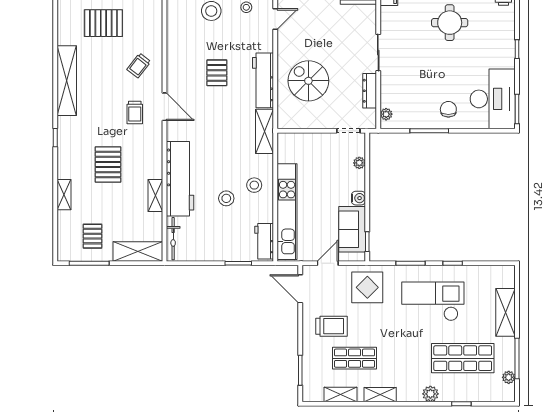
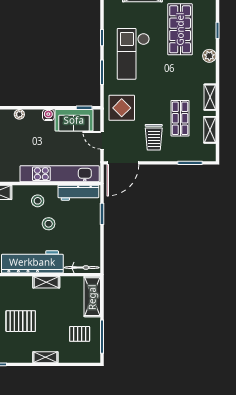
workbench: (264, 241) -> (78, 193), width x1.38
door: (300, 289) -> (123, 163), width x1.36
trolley: (332, 326) -> (154, 137), turned 180

